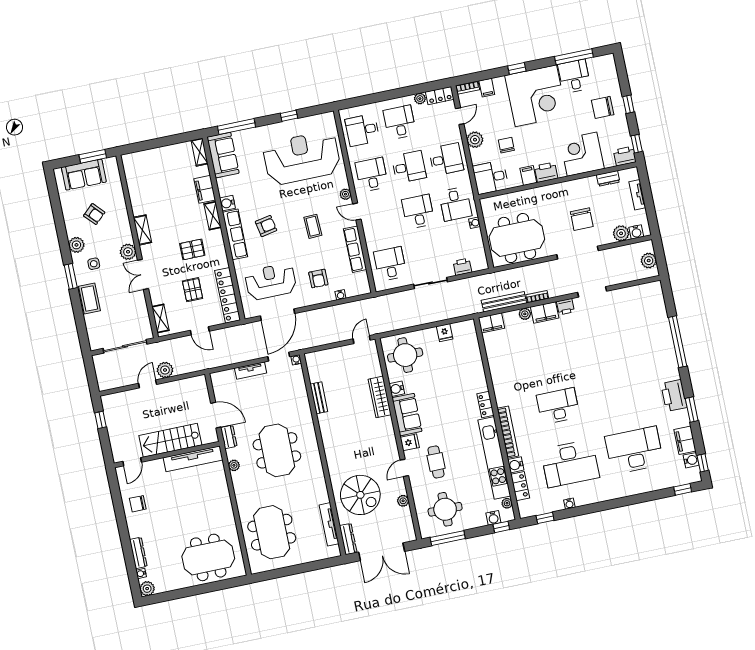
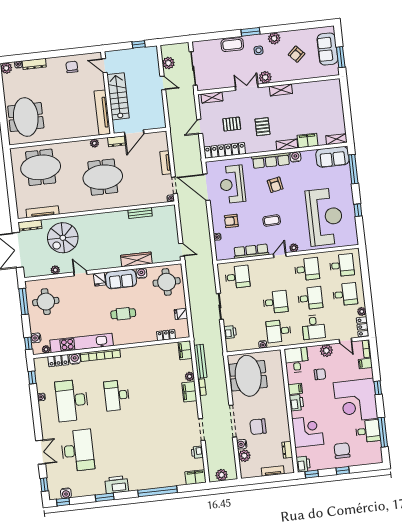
desk: (362, 130) -> (342, 265), turned 90
desk: (409, 167) -> (310, 298), turned -90
water cooler: (636, 232) -> (242, 444), moved
reception desk: (271, 282) -> (232, 184), turned 180
printer: (565, 307) -> (197, 452), moved
plant: (165, 370) -> (168, 63), moved
locker: (486, 404) -> (166, 335), moved
desk: (558, 406) -> (117, 395), turned 180
filing cabinet: (685, 440) -> (195, 477), moved
cafe table: (436, 462) -> (123, 314), moved
double door: (641, 498) -> (41, 452), added

